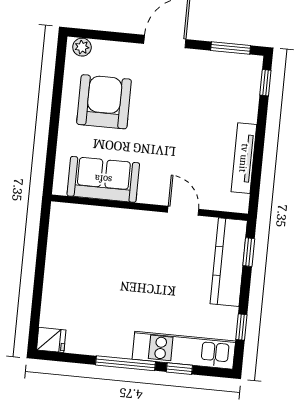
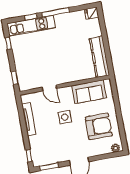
armchair: (104, 102) -> (99, 126), turned -90
side table: (169, 141) -> (65, 117), added
kitchen counter: (229, 262) -> (99, 57), moved, turned 180

